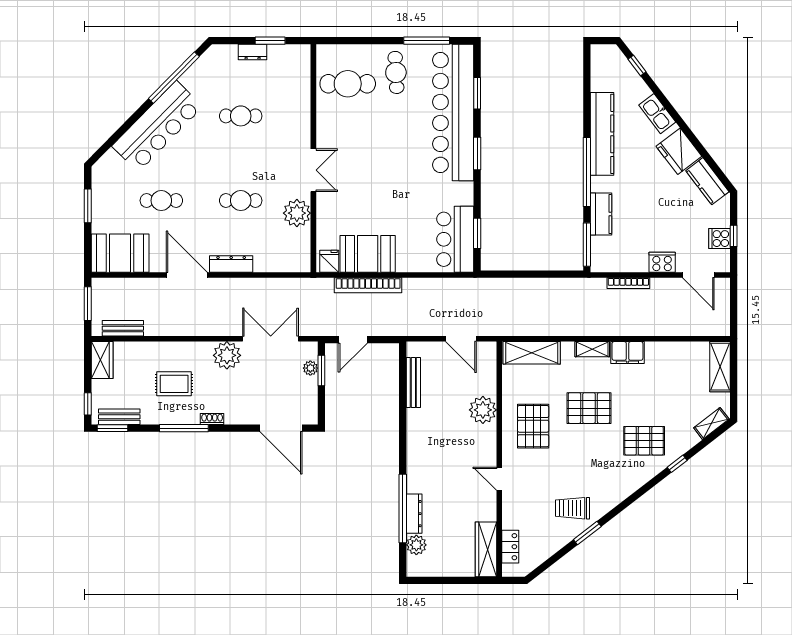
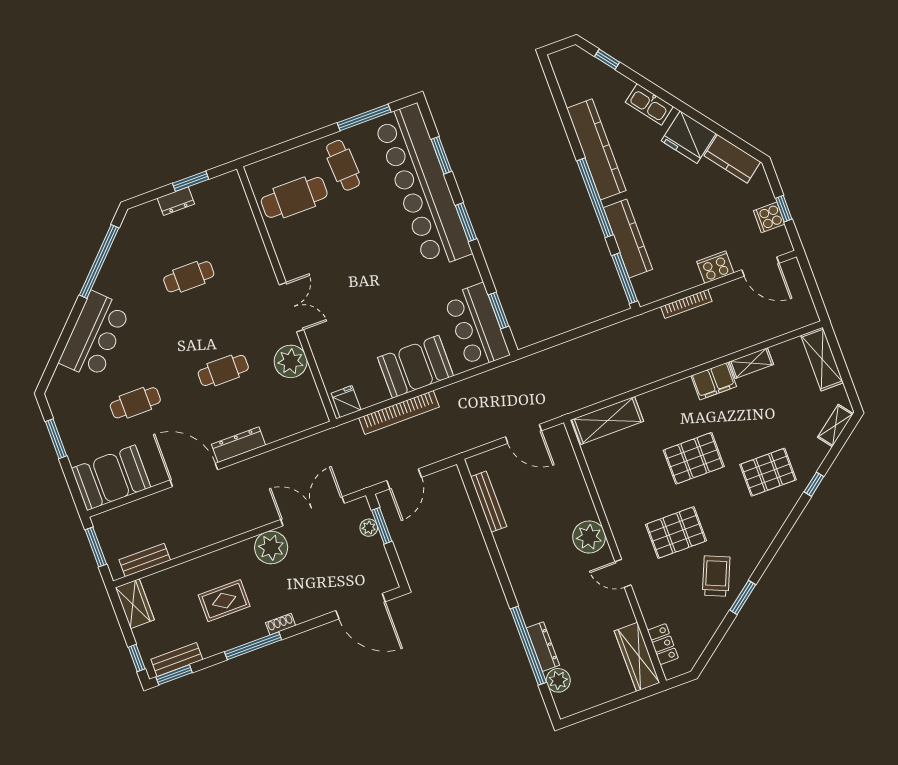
bar counter: (157, 126) -> (95, 335), width x0.73
kitchen counter: (601, 214) -> (628, 239), width x1.50
booth: (368, 254) -> (416, 367), moved
shelving: (592, 349) -> (751, 363), moved
plant: (483, 410) -> (589, 537), moved
pallet: (533, 426) -> (676, 533), moved, turned 90
trolley: (572, 508) -> (716, 576), turned 113

